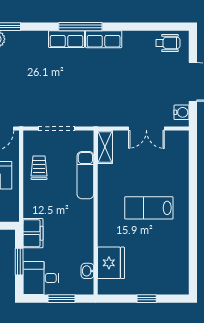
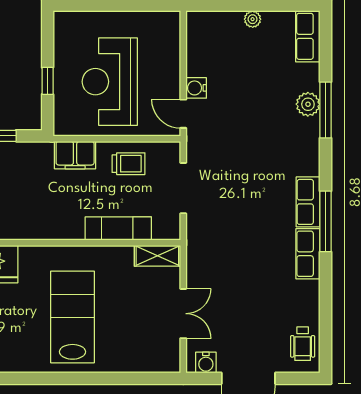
double door: (146, 129) -> (183, 314), swing flipped
lab bench: (149, 208) -> (72, 317), width x1.36, depth x1.39
filing cabinet: (33, 233) -> (75, 155), moved

